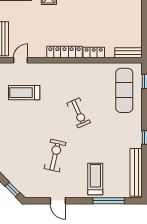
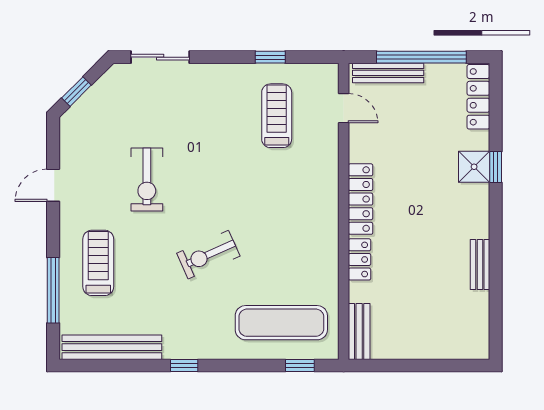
exercise bike: (79, 113) -> (208, 255), moved
exercise bike: (55, 155) -> (147, 180), turned 77
treadmill: (95, 179) -> (98, 263), turned -90

